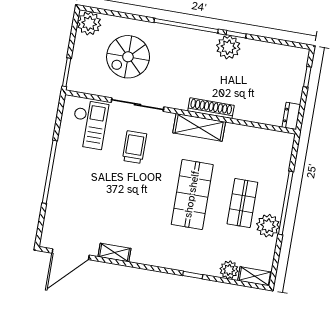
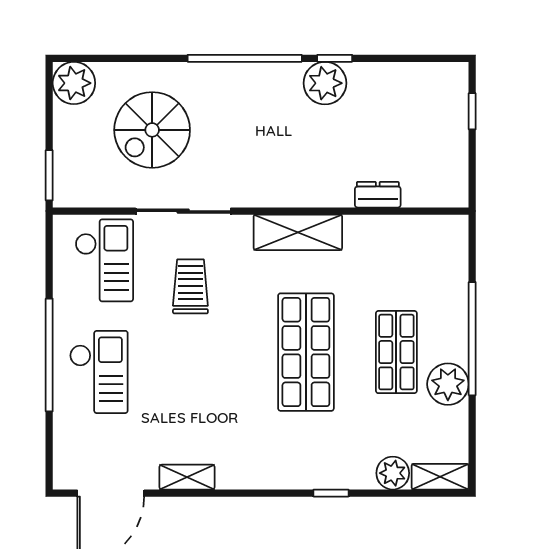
shoe rack: (211, 108) -> (313, 195), removed
dresser: (291, 116) -> (378, 195), moved, turned 90
checkout: (76, 186) -> (99, 372), added

